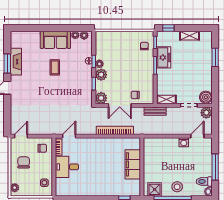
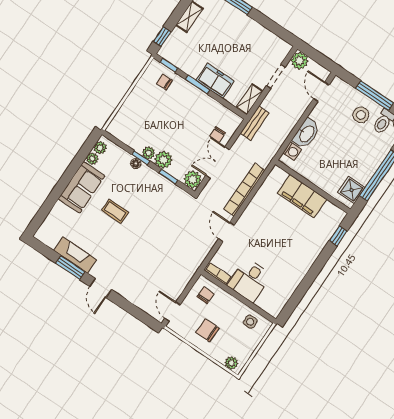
freezer: (164, 57) -> (215, 81), moved
boiler: (206, 97) -> (280, 48), removed
double door: (120, 105) -> (217, 163), swing flipped
door: (69, 136) -> (226, 232), moved
washing machine: (184, 142) -> (292, 151), moved
washbasin: (169, 143) -> (306, 134), added
stool: (177, 187) -> (361, 115), moved

